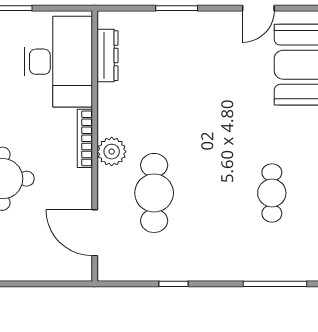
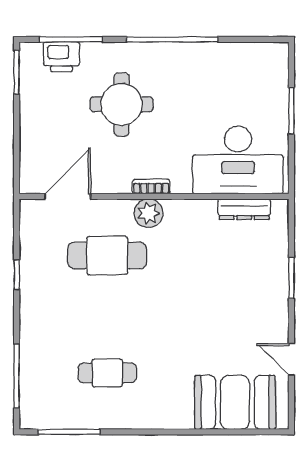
bookcase: (85, 138) -> (151, 187), width x0.64

